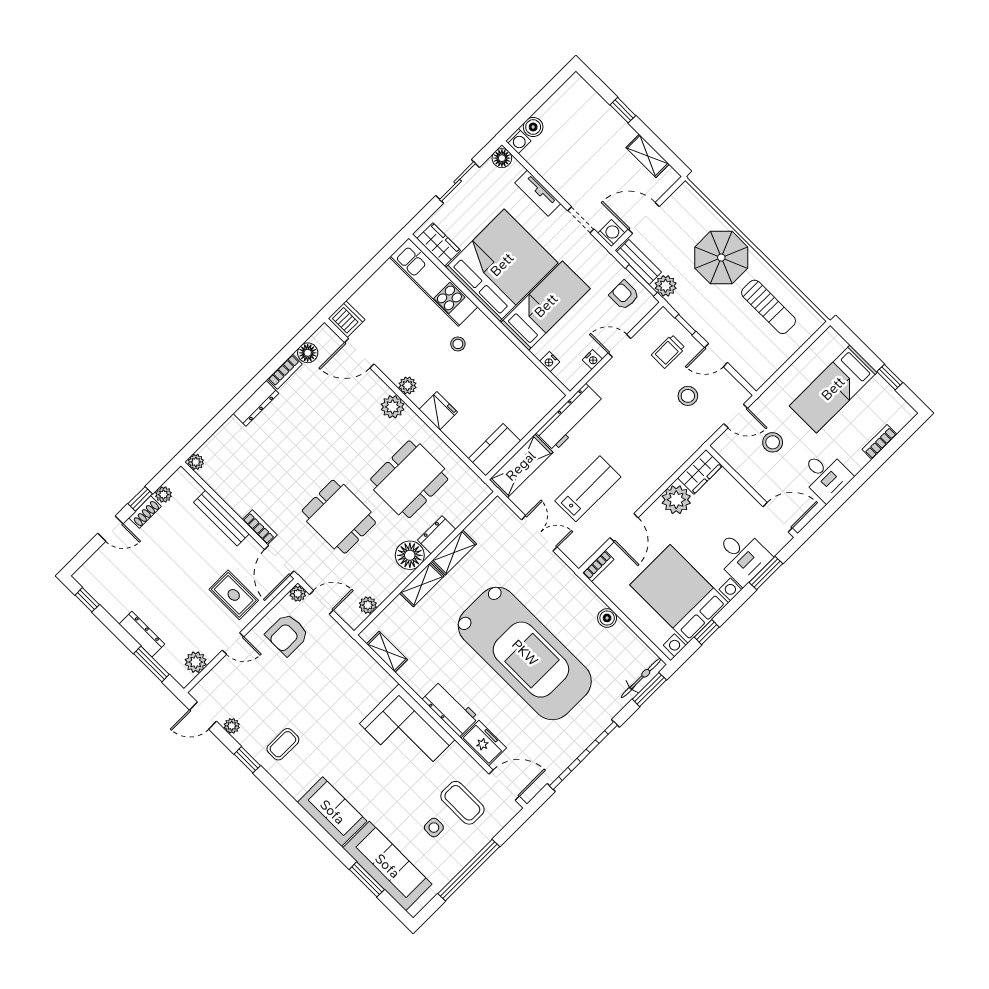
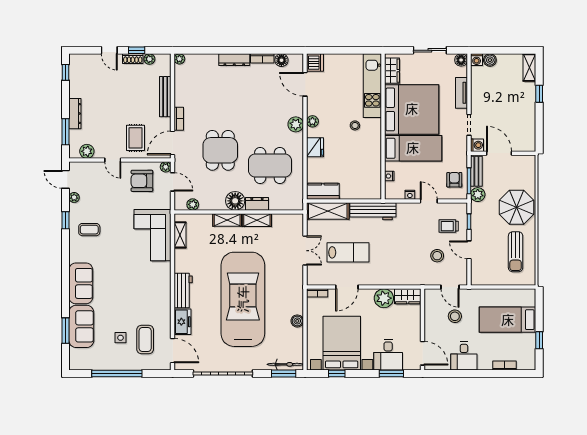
shelving: (648, 156) -> (529, 68), moved
car: (525, 653) -> (243, 299), turned 180
corner sofa: (407, 732) -> (152, 235), moved
sofa: (387, 866) -> (81, 326), width x0.73

